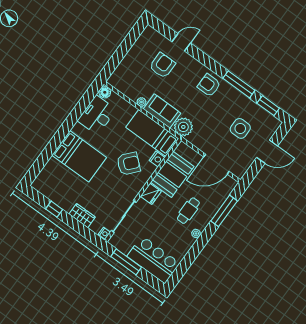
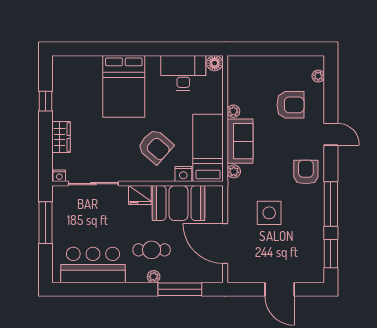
plant: (157, 36) -> (318, 76), added
door: (181, 42) -> (331, 134), moved
plant: (183, 127) -> (234, 171), width x0.53, depth x0.53
side table: (240, 128) -> (269, 213), moved
plant: (196, 234) -> (154, 277), moved
bar counter: (153, 260) -> (93, 265), moved, turned -90

